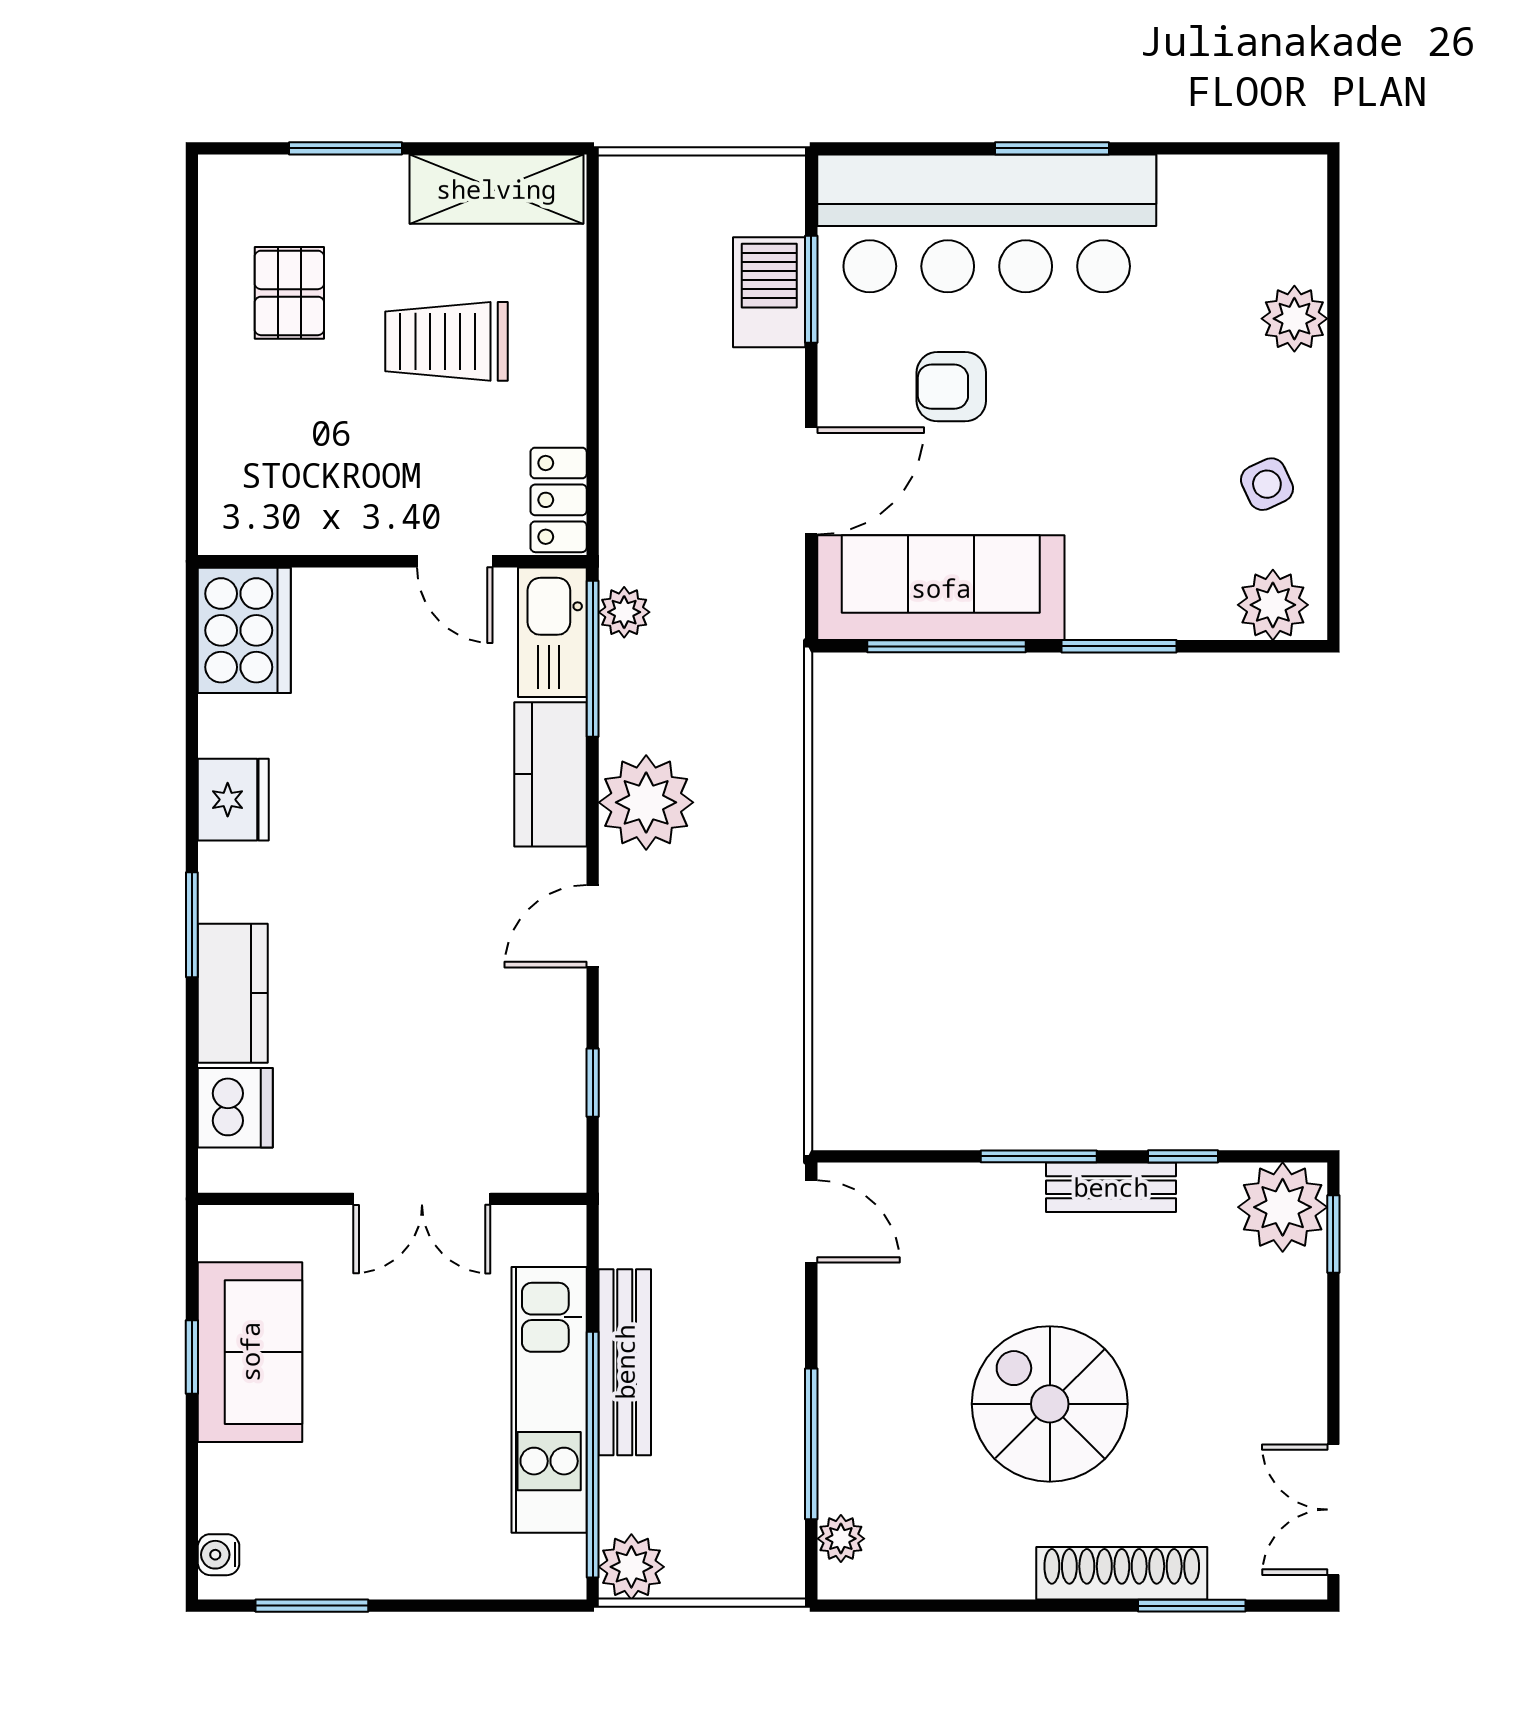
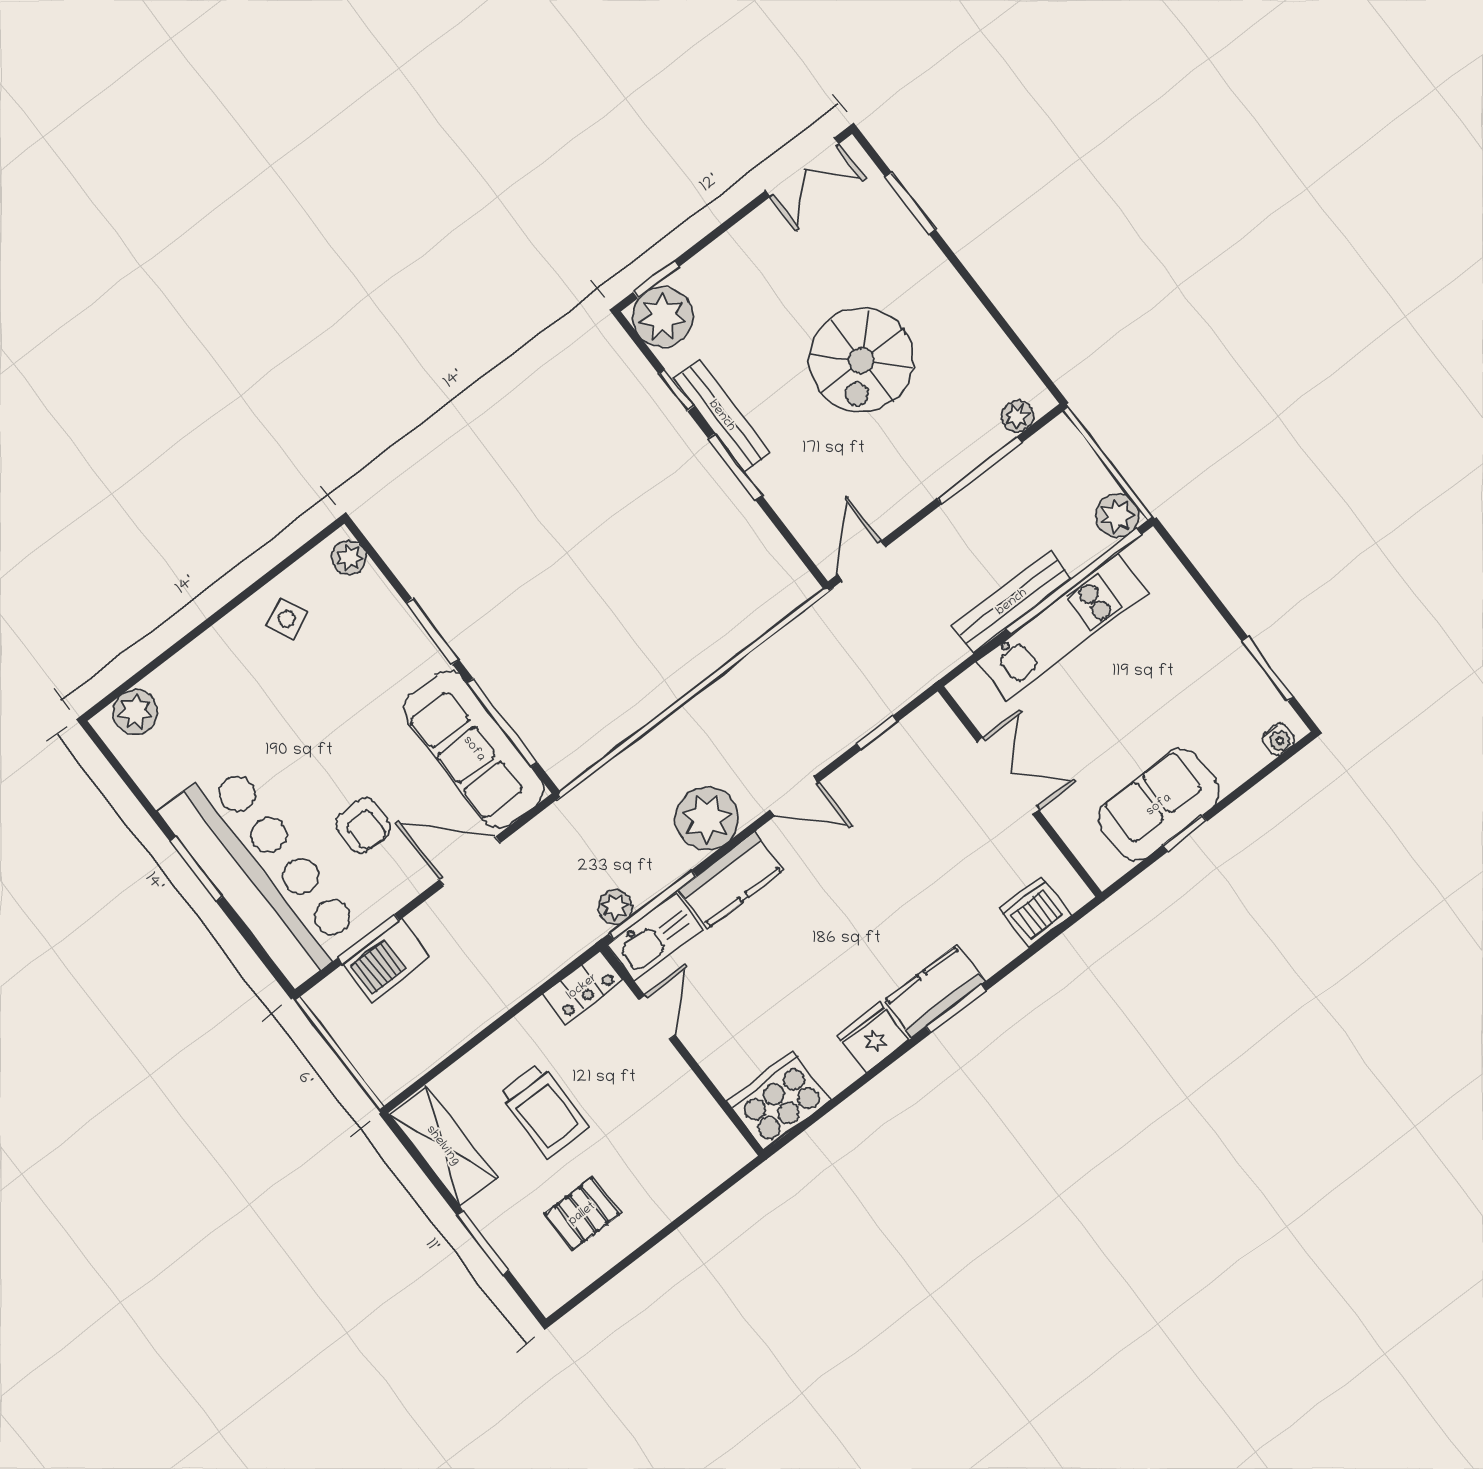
plant: (1294, 319) -> (135, 712), moved
plant: (1273, 605) -> (349, 558), width x0.73, depth x0.73
kitchen counter: (233, 993) -> (934, 991), moved
bench: (1111, 1187) -> (722, 416), width x1.36
shoe rack: (1122, 1573) -> (922, 253), removed

